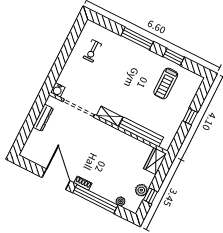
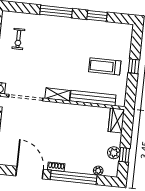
treadmill: (166, 83) -> (105, 66), moved, turned 90

